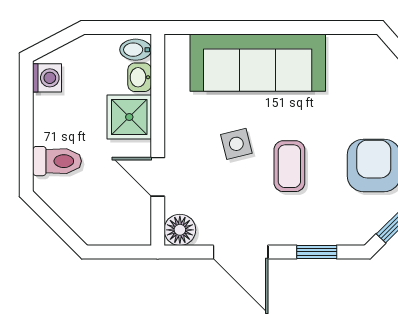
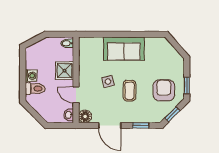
sofa: (258, 63) -> (124, 49), width x0.73
washbasin: (140, 77) -> (69, 115), moved
washing machine: (47, 78) -> (31, 76), moved

